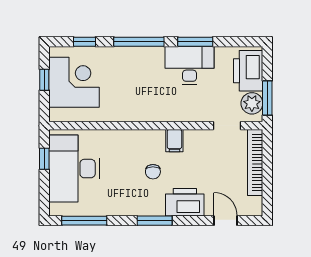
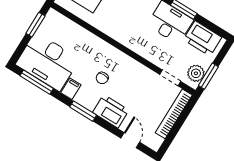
printer: (248, 71) -> (202, 38), moved, turned -90
filing cabinet: (174, 141) -> (71, 89), moved, turned 180
window: (44, 159) -> (35, 25), width x1.50
desk: (74, 169) -> (48, 62), moved, turned -90

